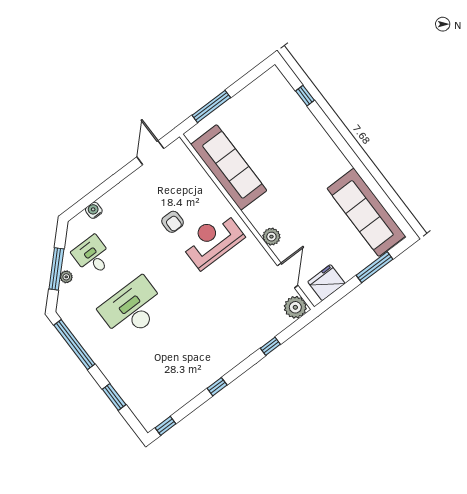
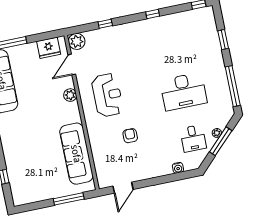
reception desk: (212, 240) -> (107, 95), moved, turned -90

